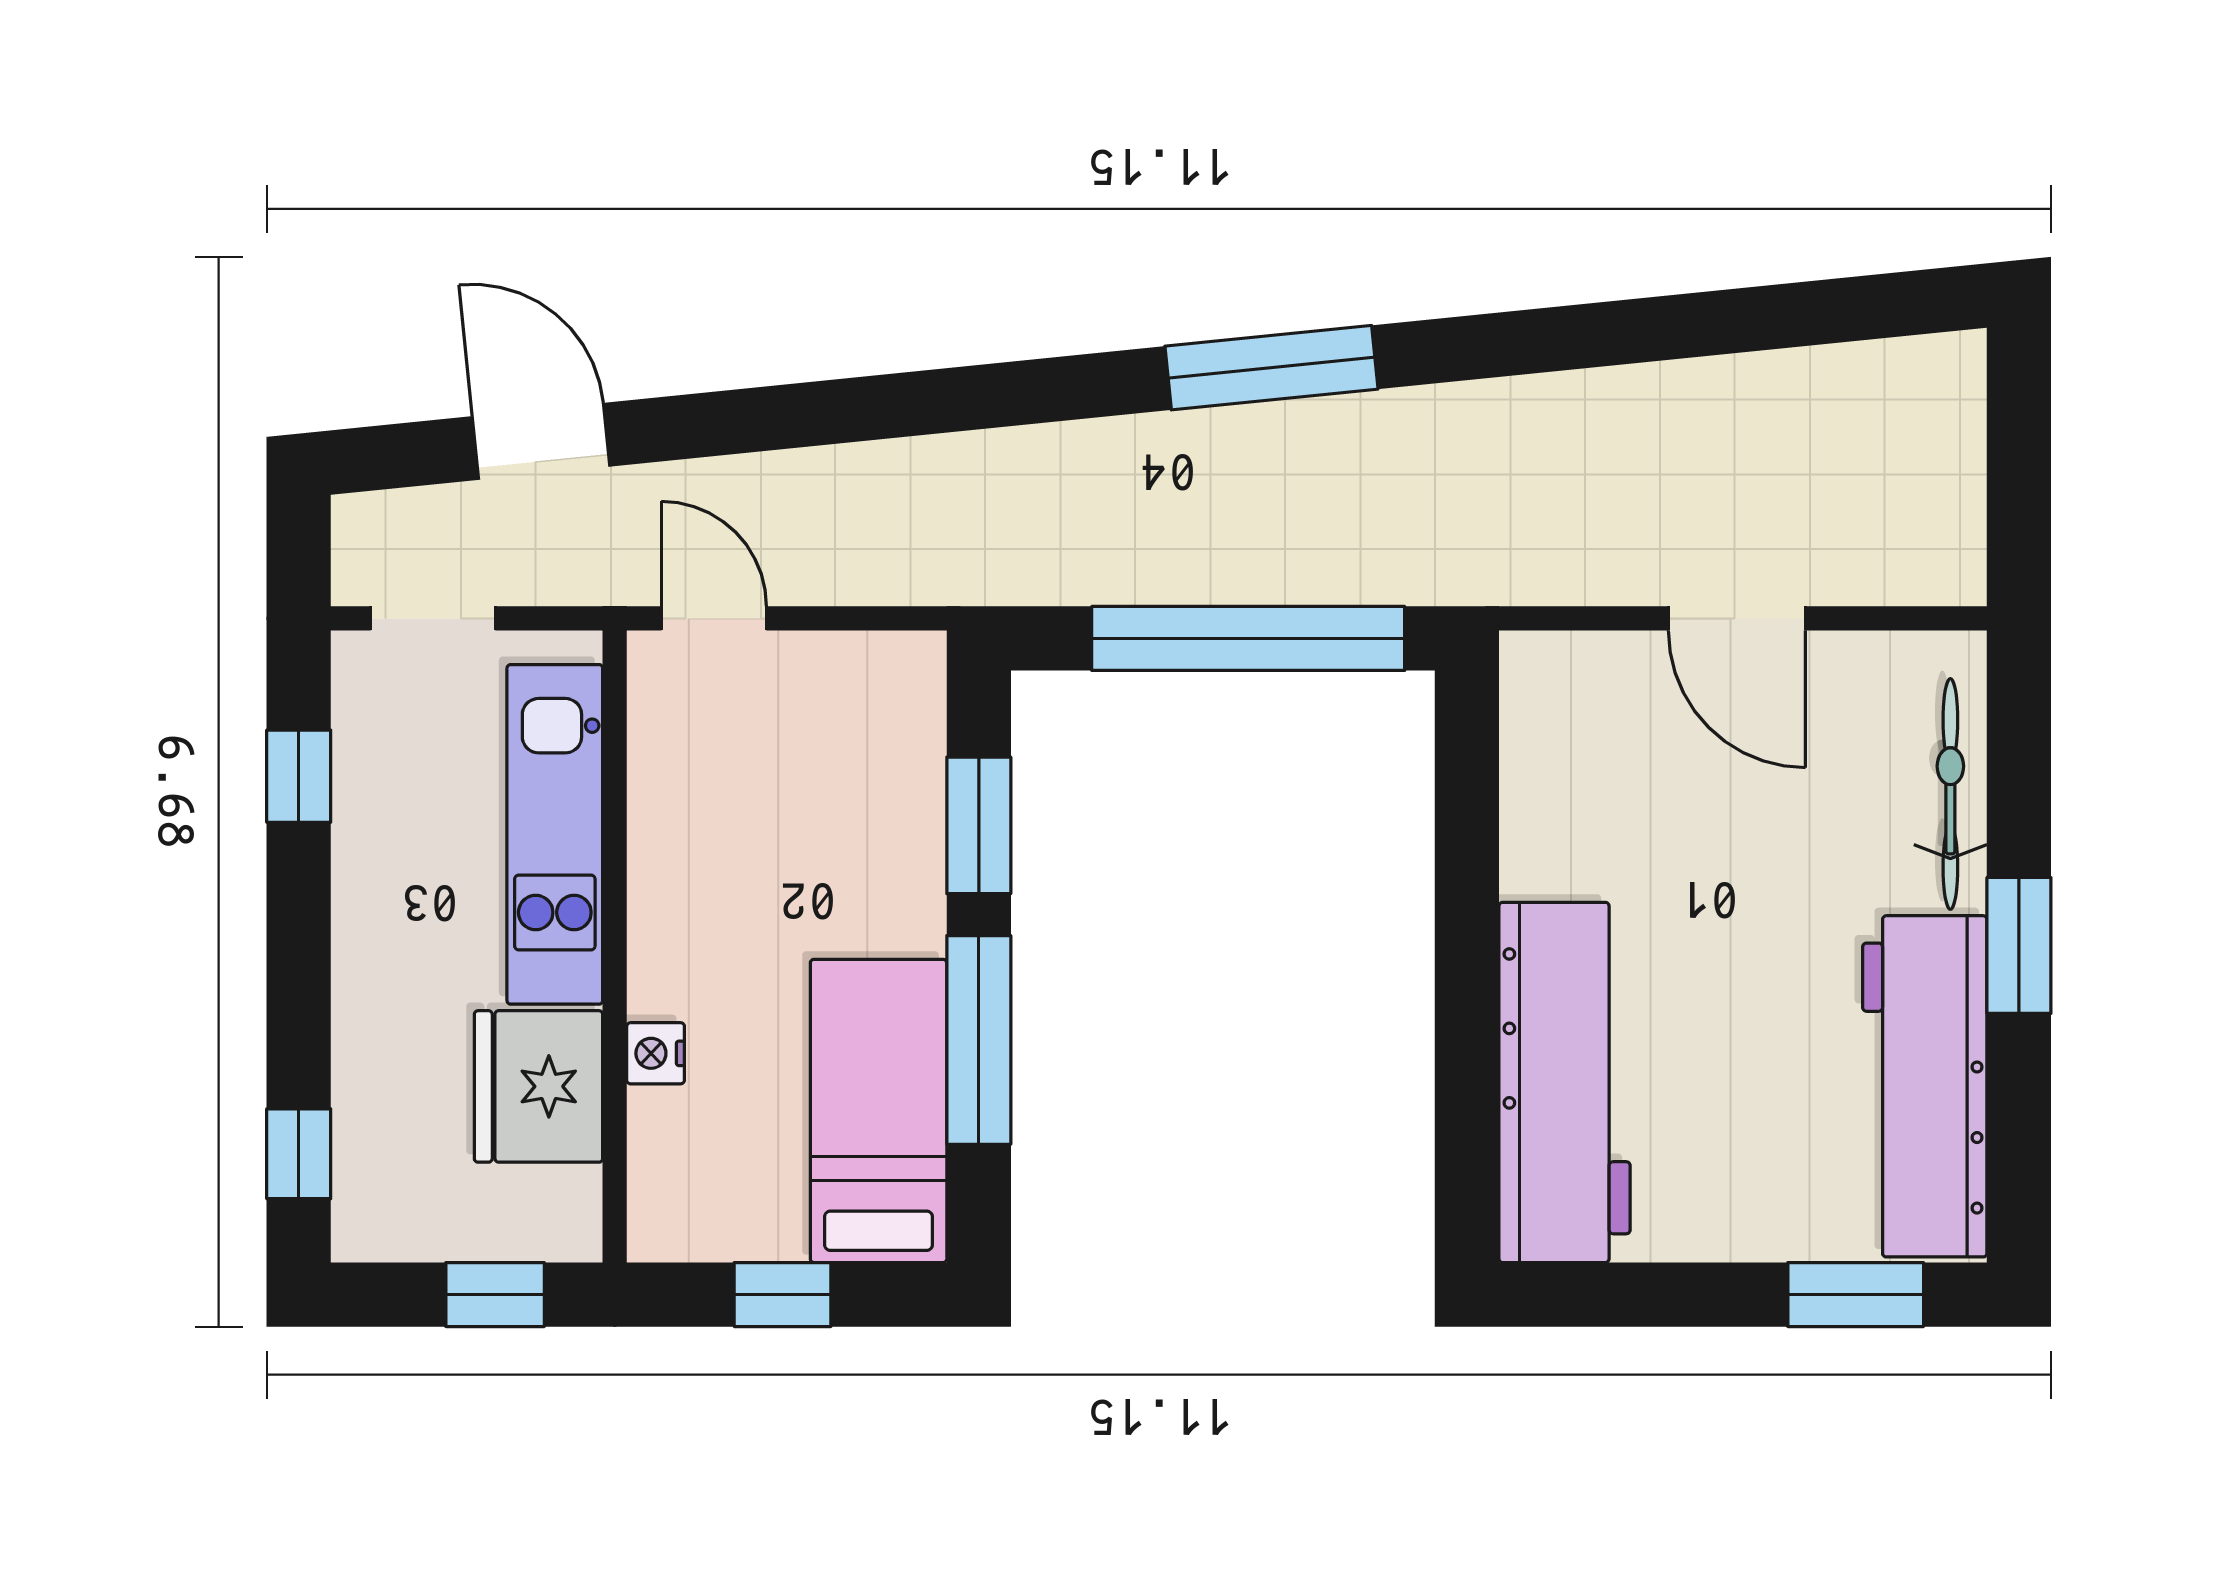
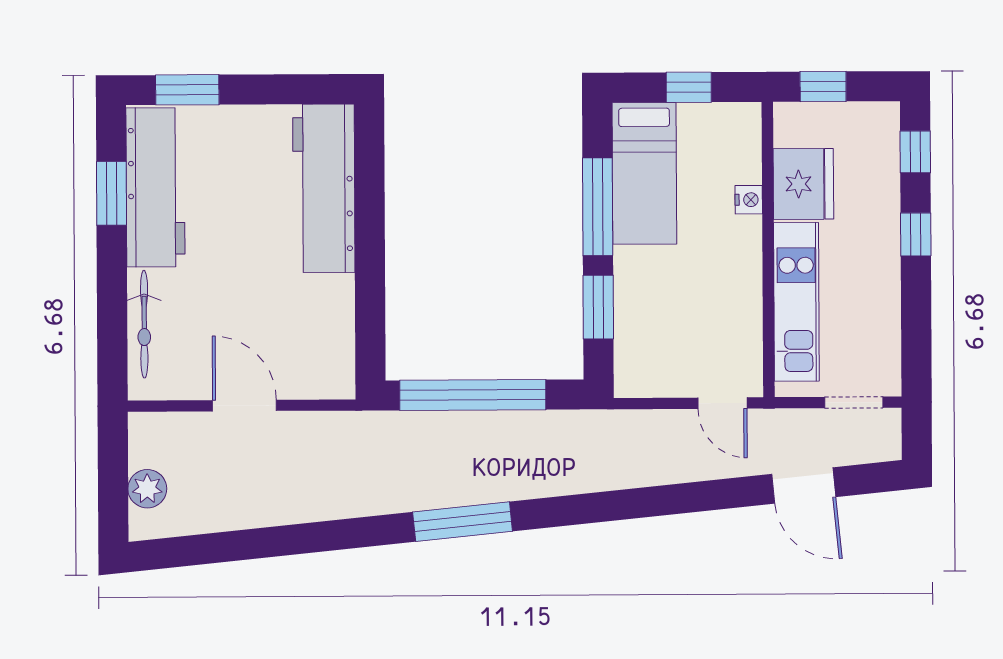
plant: (1946, 442) -> (147, 489), added
window: (299, 776) -> (916, 234), moved
window: (2019, 945) -> (111, 193), moved

